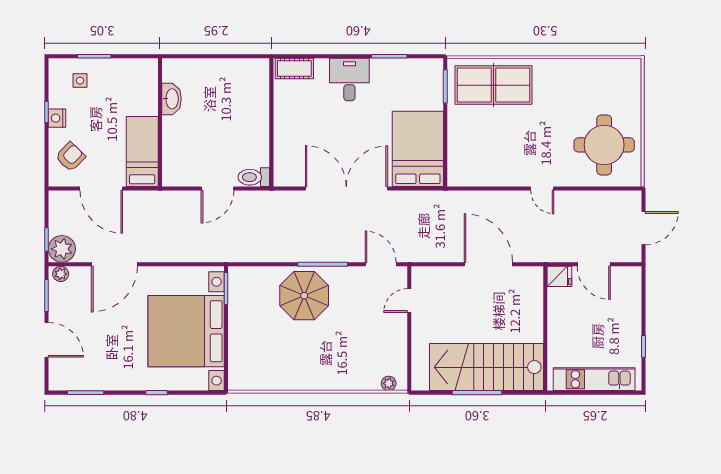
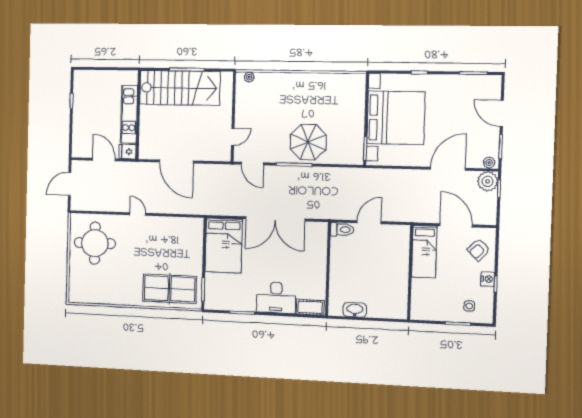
desk: (349, 79) -> (276, 298), width x1.37
washbasin: (172, 99) -> (355, 310), moved, turned 90
kitchen unit: (594, 379) -> (129, 114), moved, turned 90

